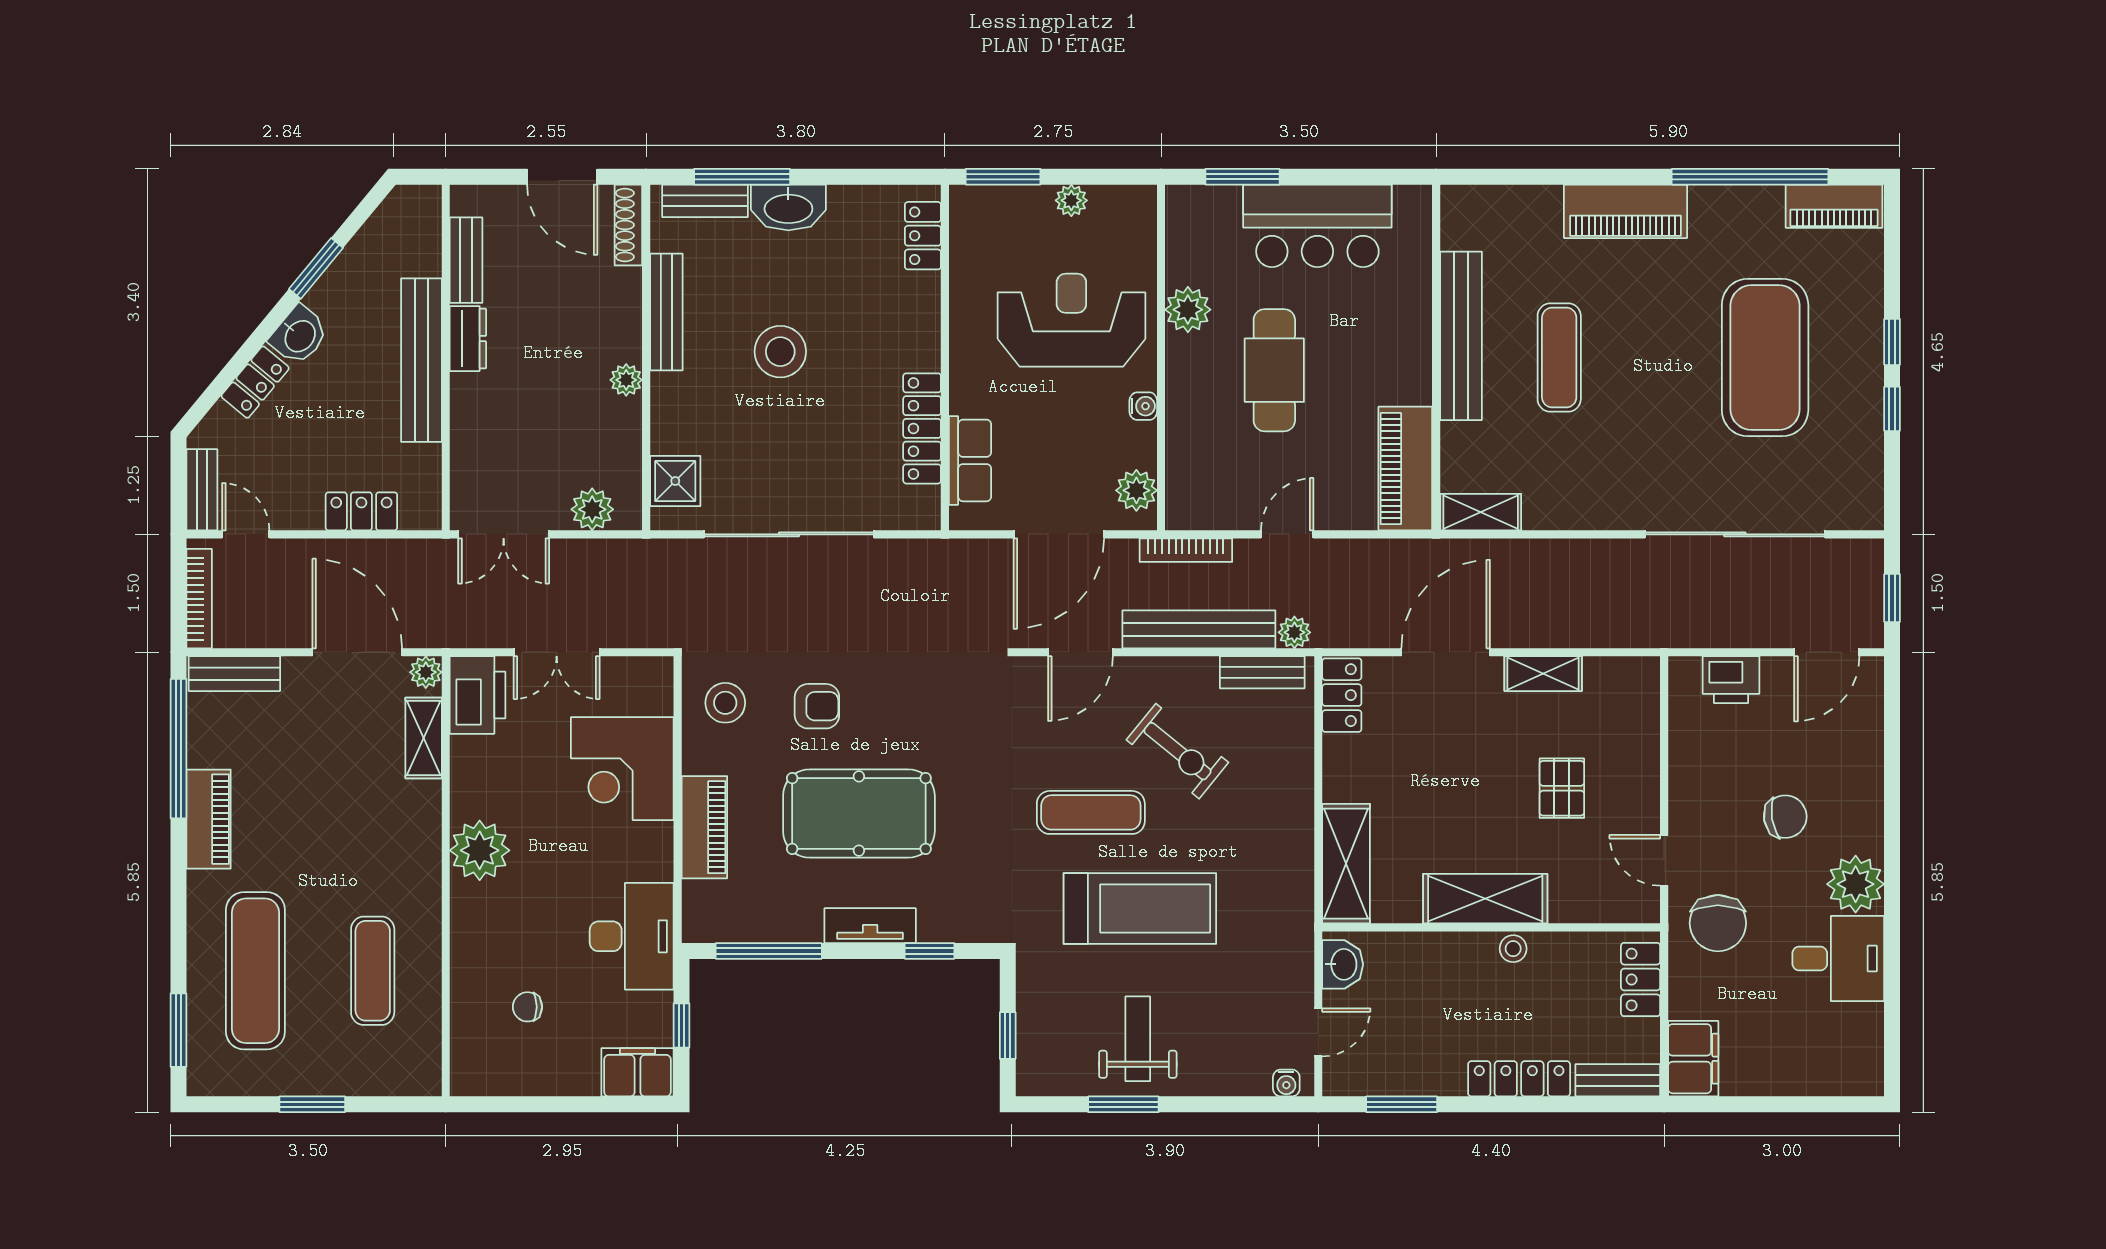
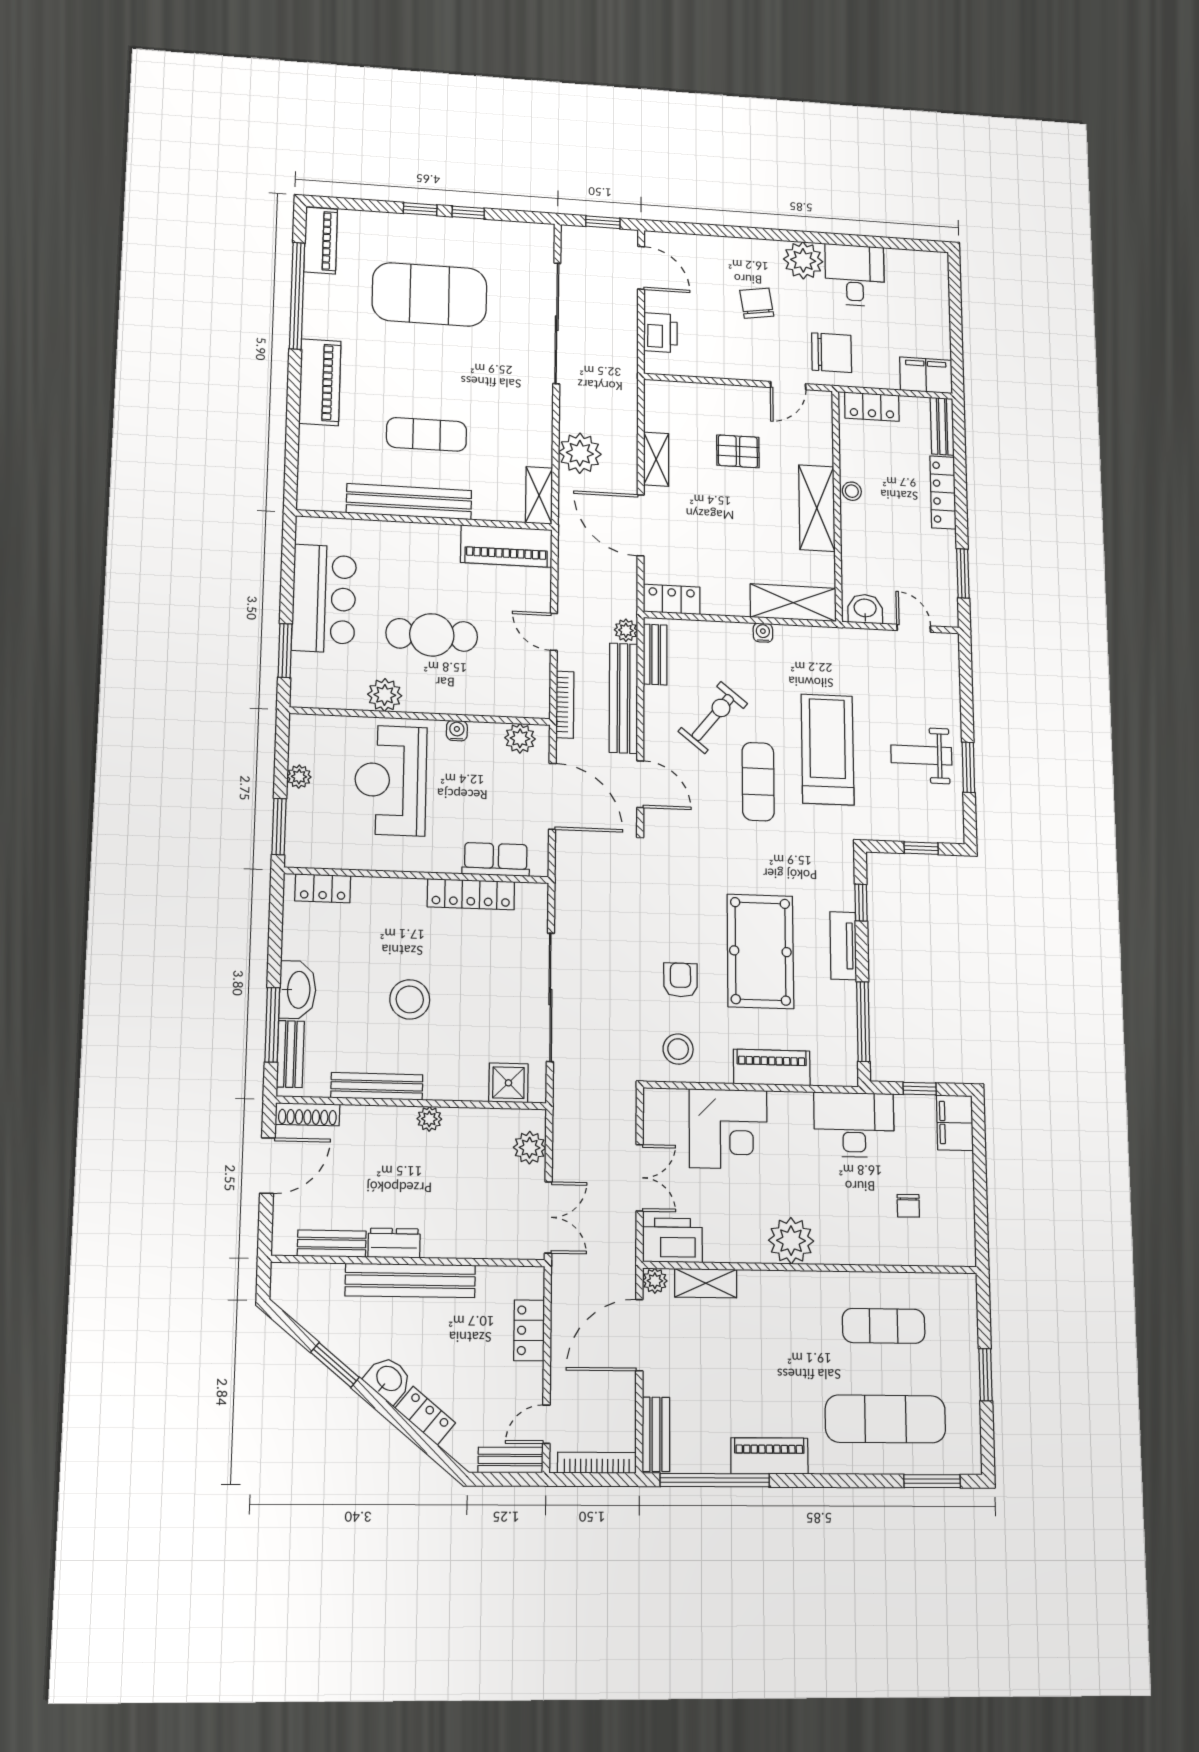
plant: (1545, 568) -> (580, 453), added
water cooler: (1286, 1083) -> (763, 633), moved, turned -90

